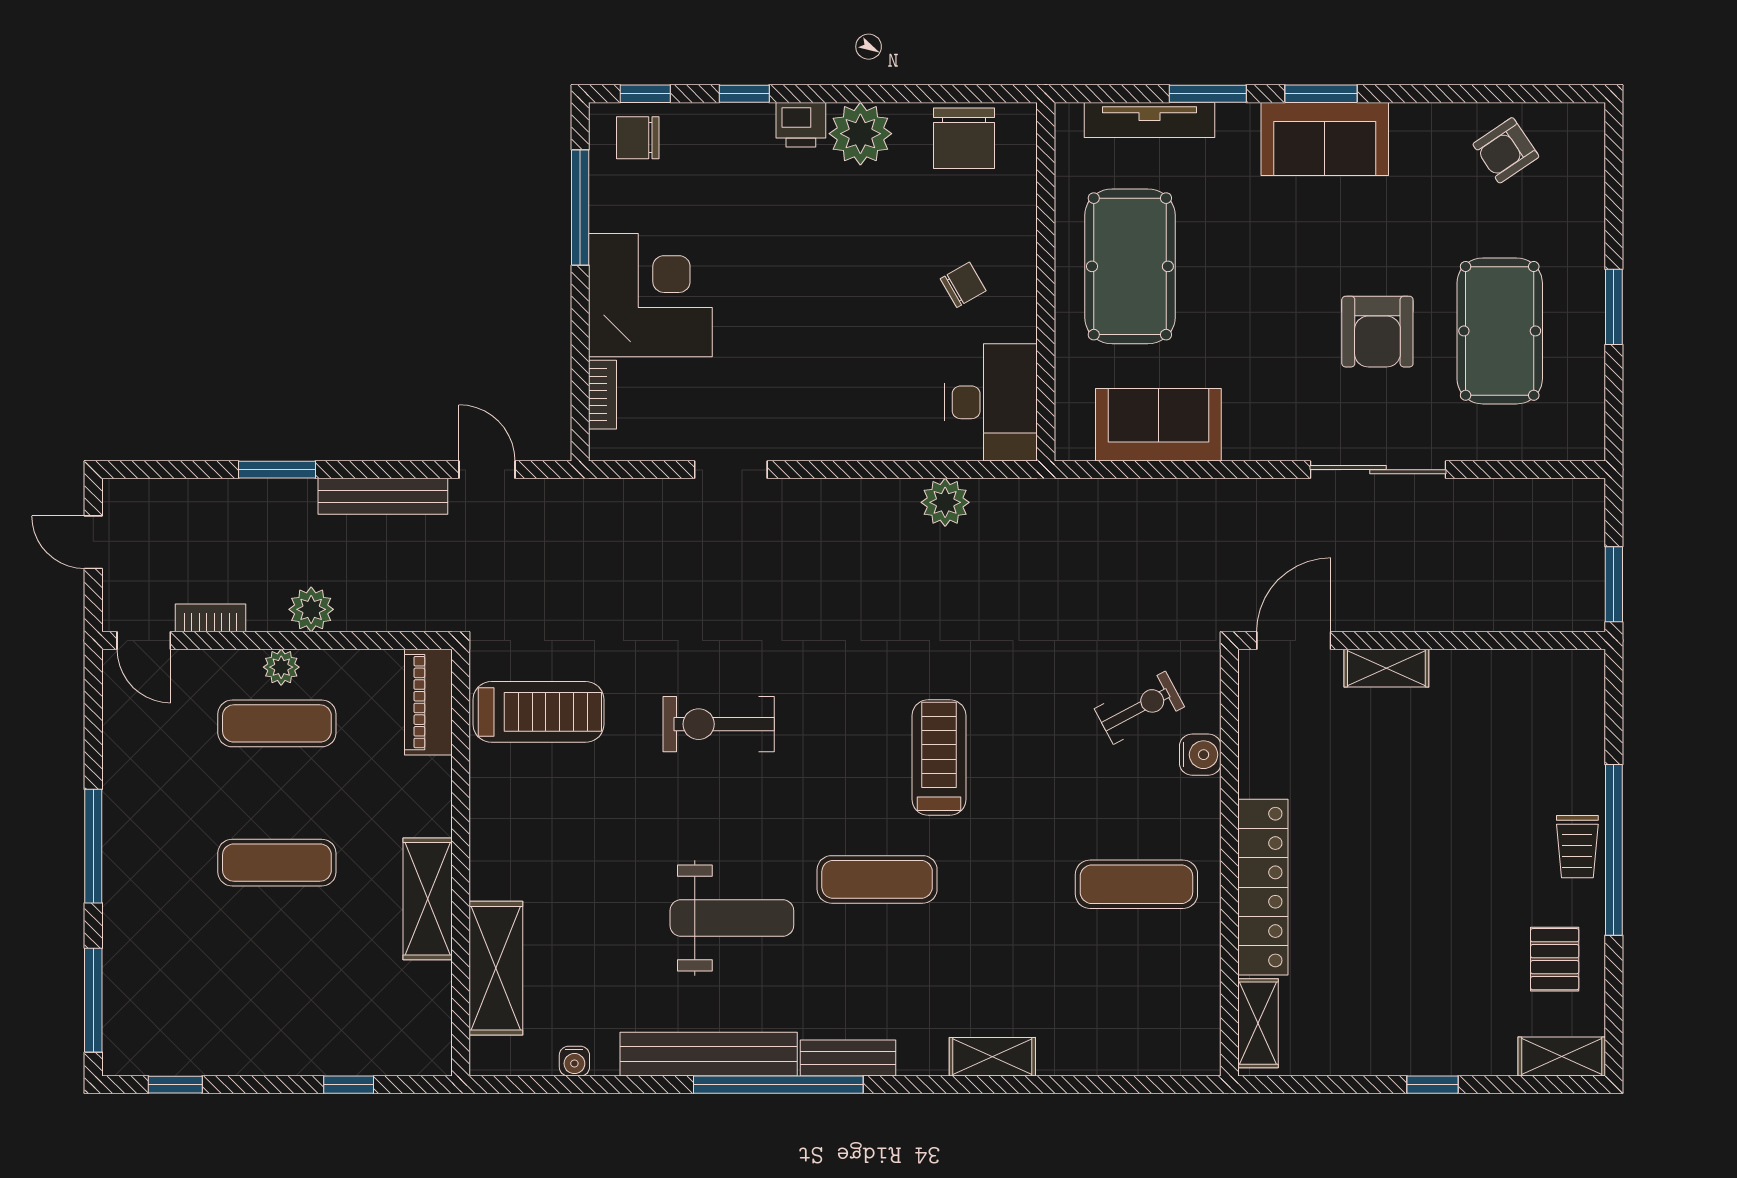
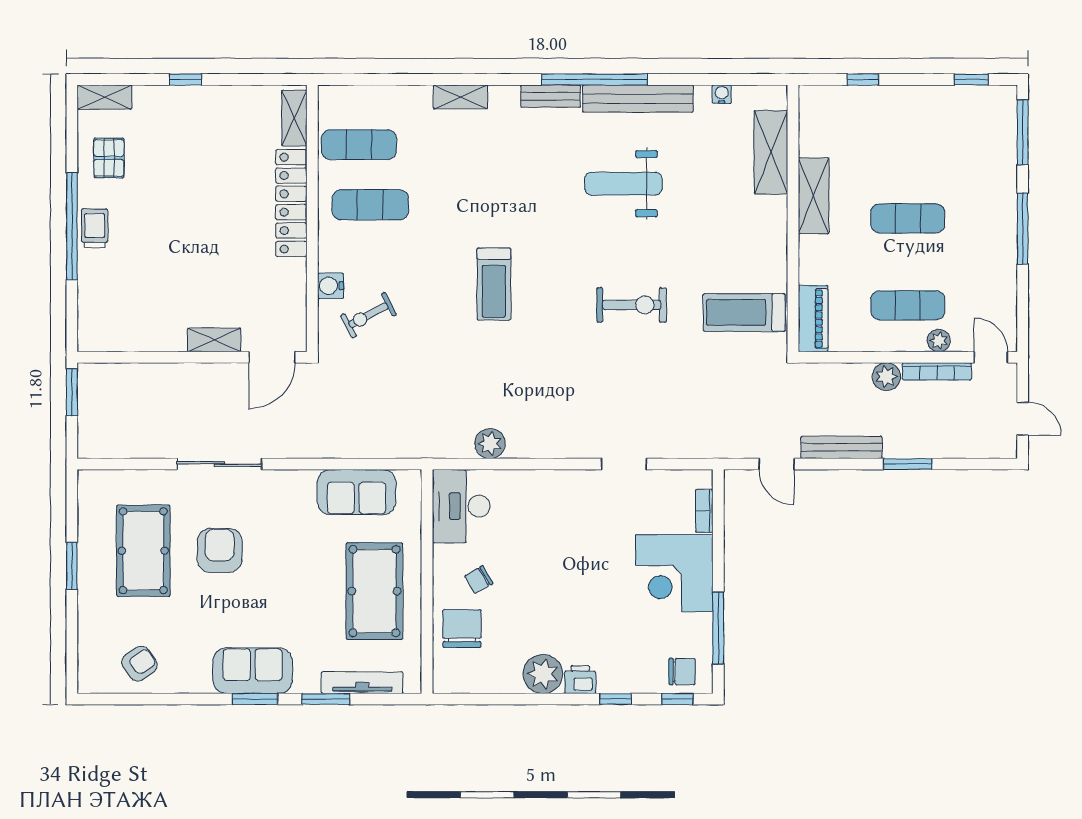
chair: (964, 138) -> (462, 628), moved
bookcase: (211, 618) -> (937, 371), width x1.56
plant: (281, 667) -> (939, 341), moved
exercise mat: (877, 879) -> (359, 145), moved

